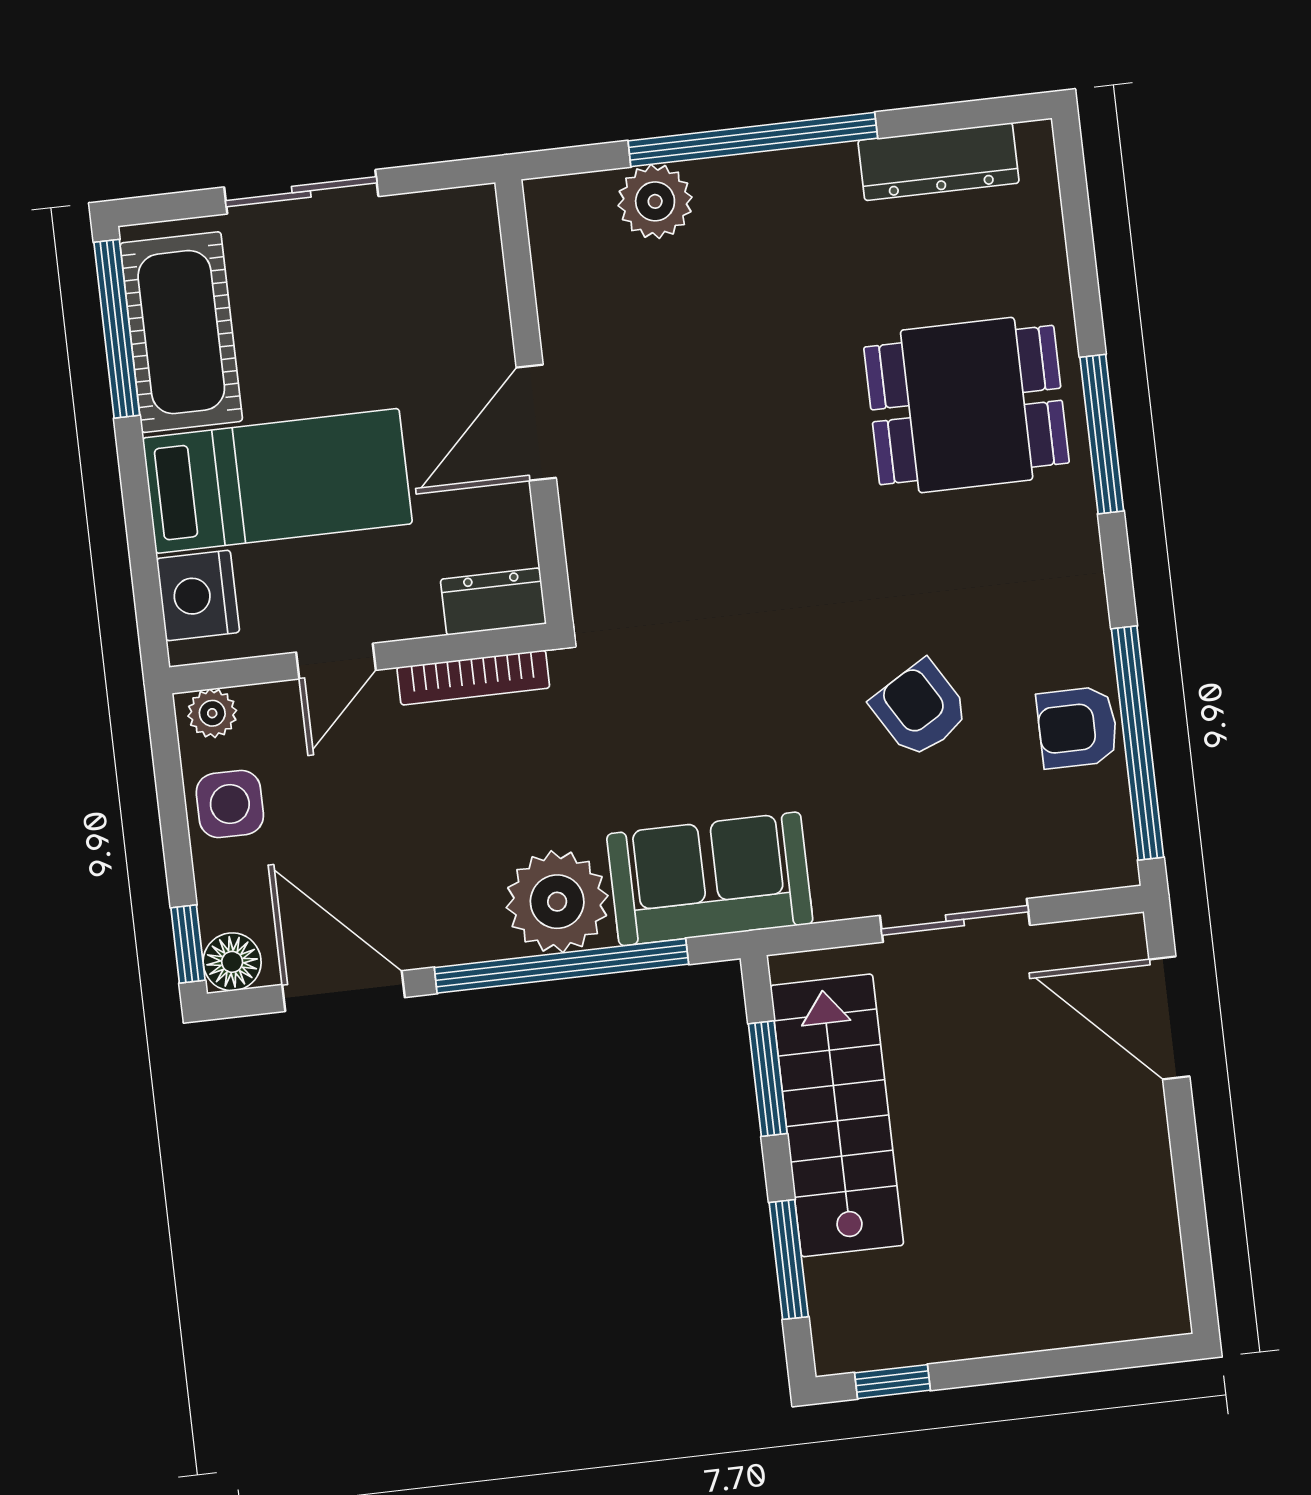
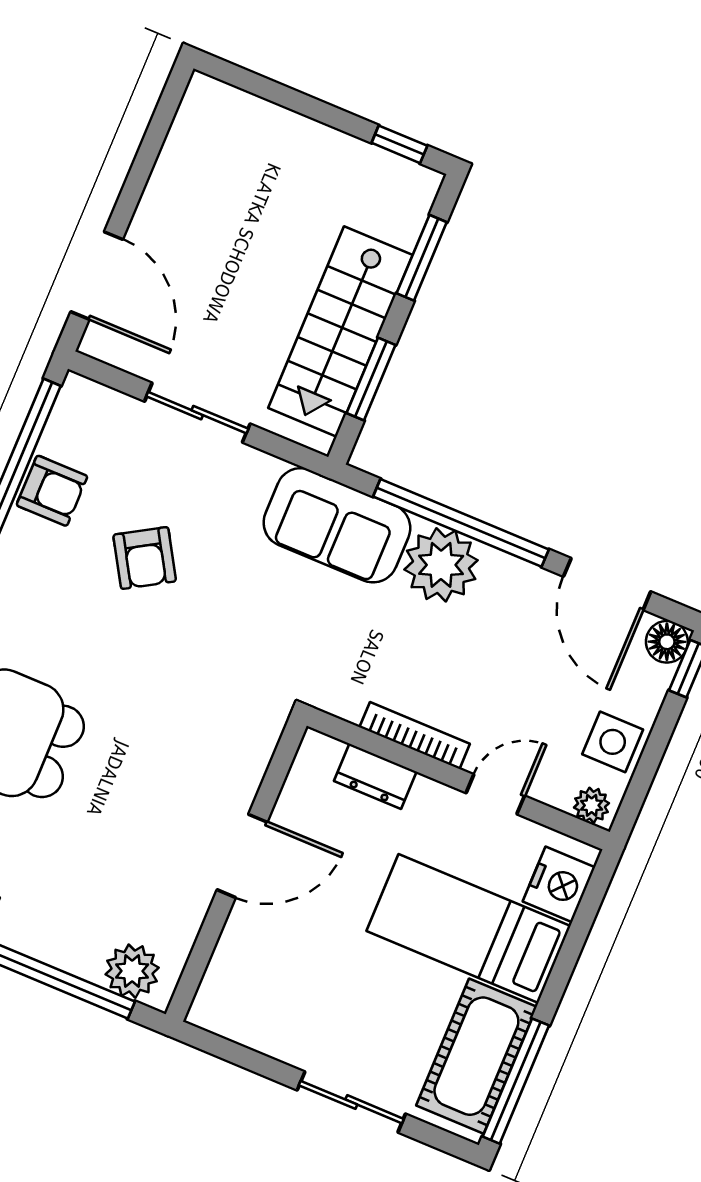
wall: (534, 402) -> (236, 870), moved
door: (536, 423) -> (242, 856), moved

